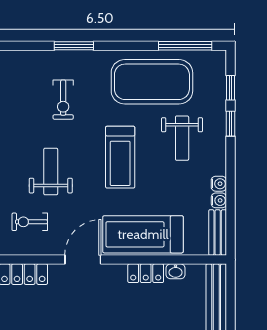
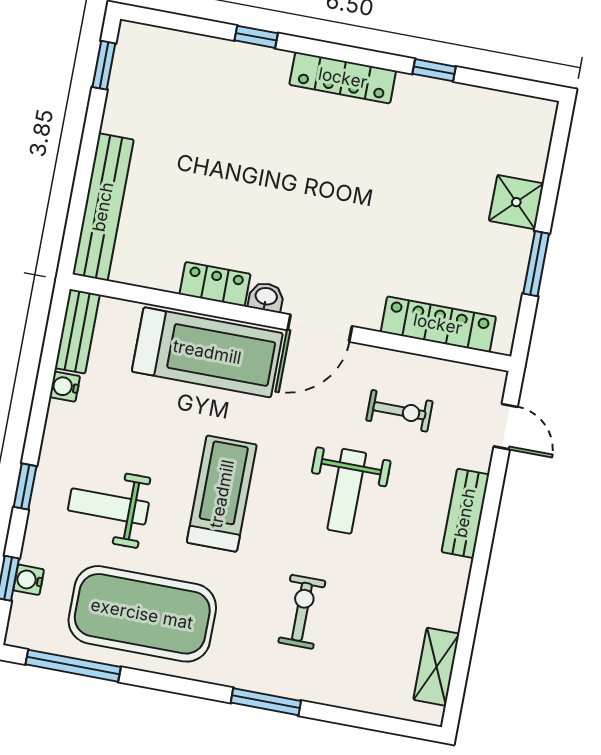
window: (231, 124) -> (25, 486), moved
weight bench: (182, 138) -> (108, 506), turned -90
water cooler: (219, 184) -> (29, 580), moved
washbasin: (176, 271) -> (266, 297), moved

